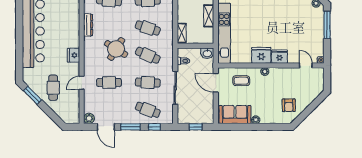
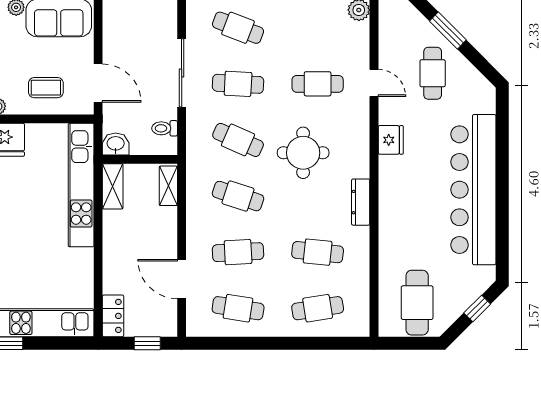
shelving: (209, 16) -> (113, 186), moved
round table: (116, 49) -> (303, 153), turned -32
door: (82, 83) -> (374, 83), hinge flipped
window: (32, 95) -> (448, 30), moved

